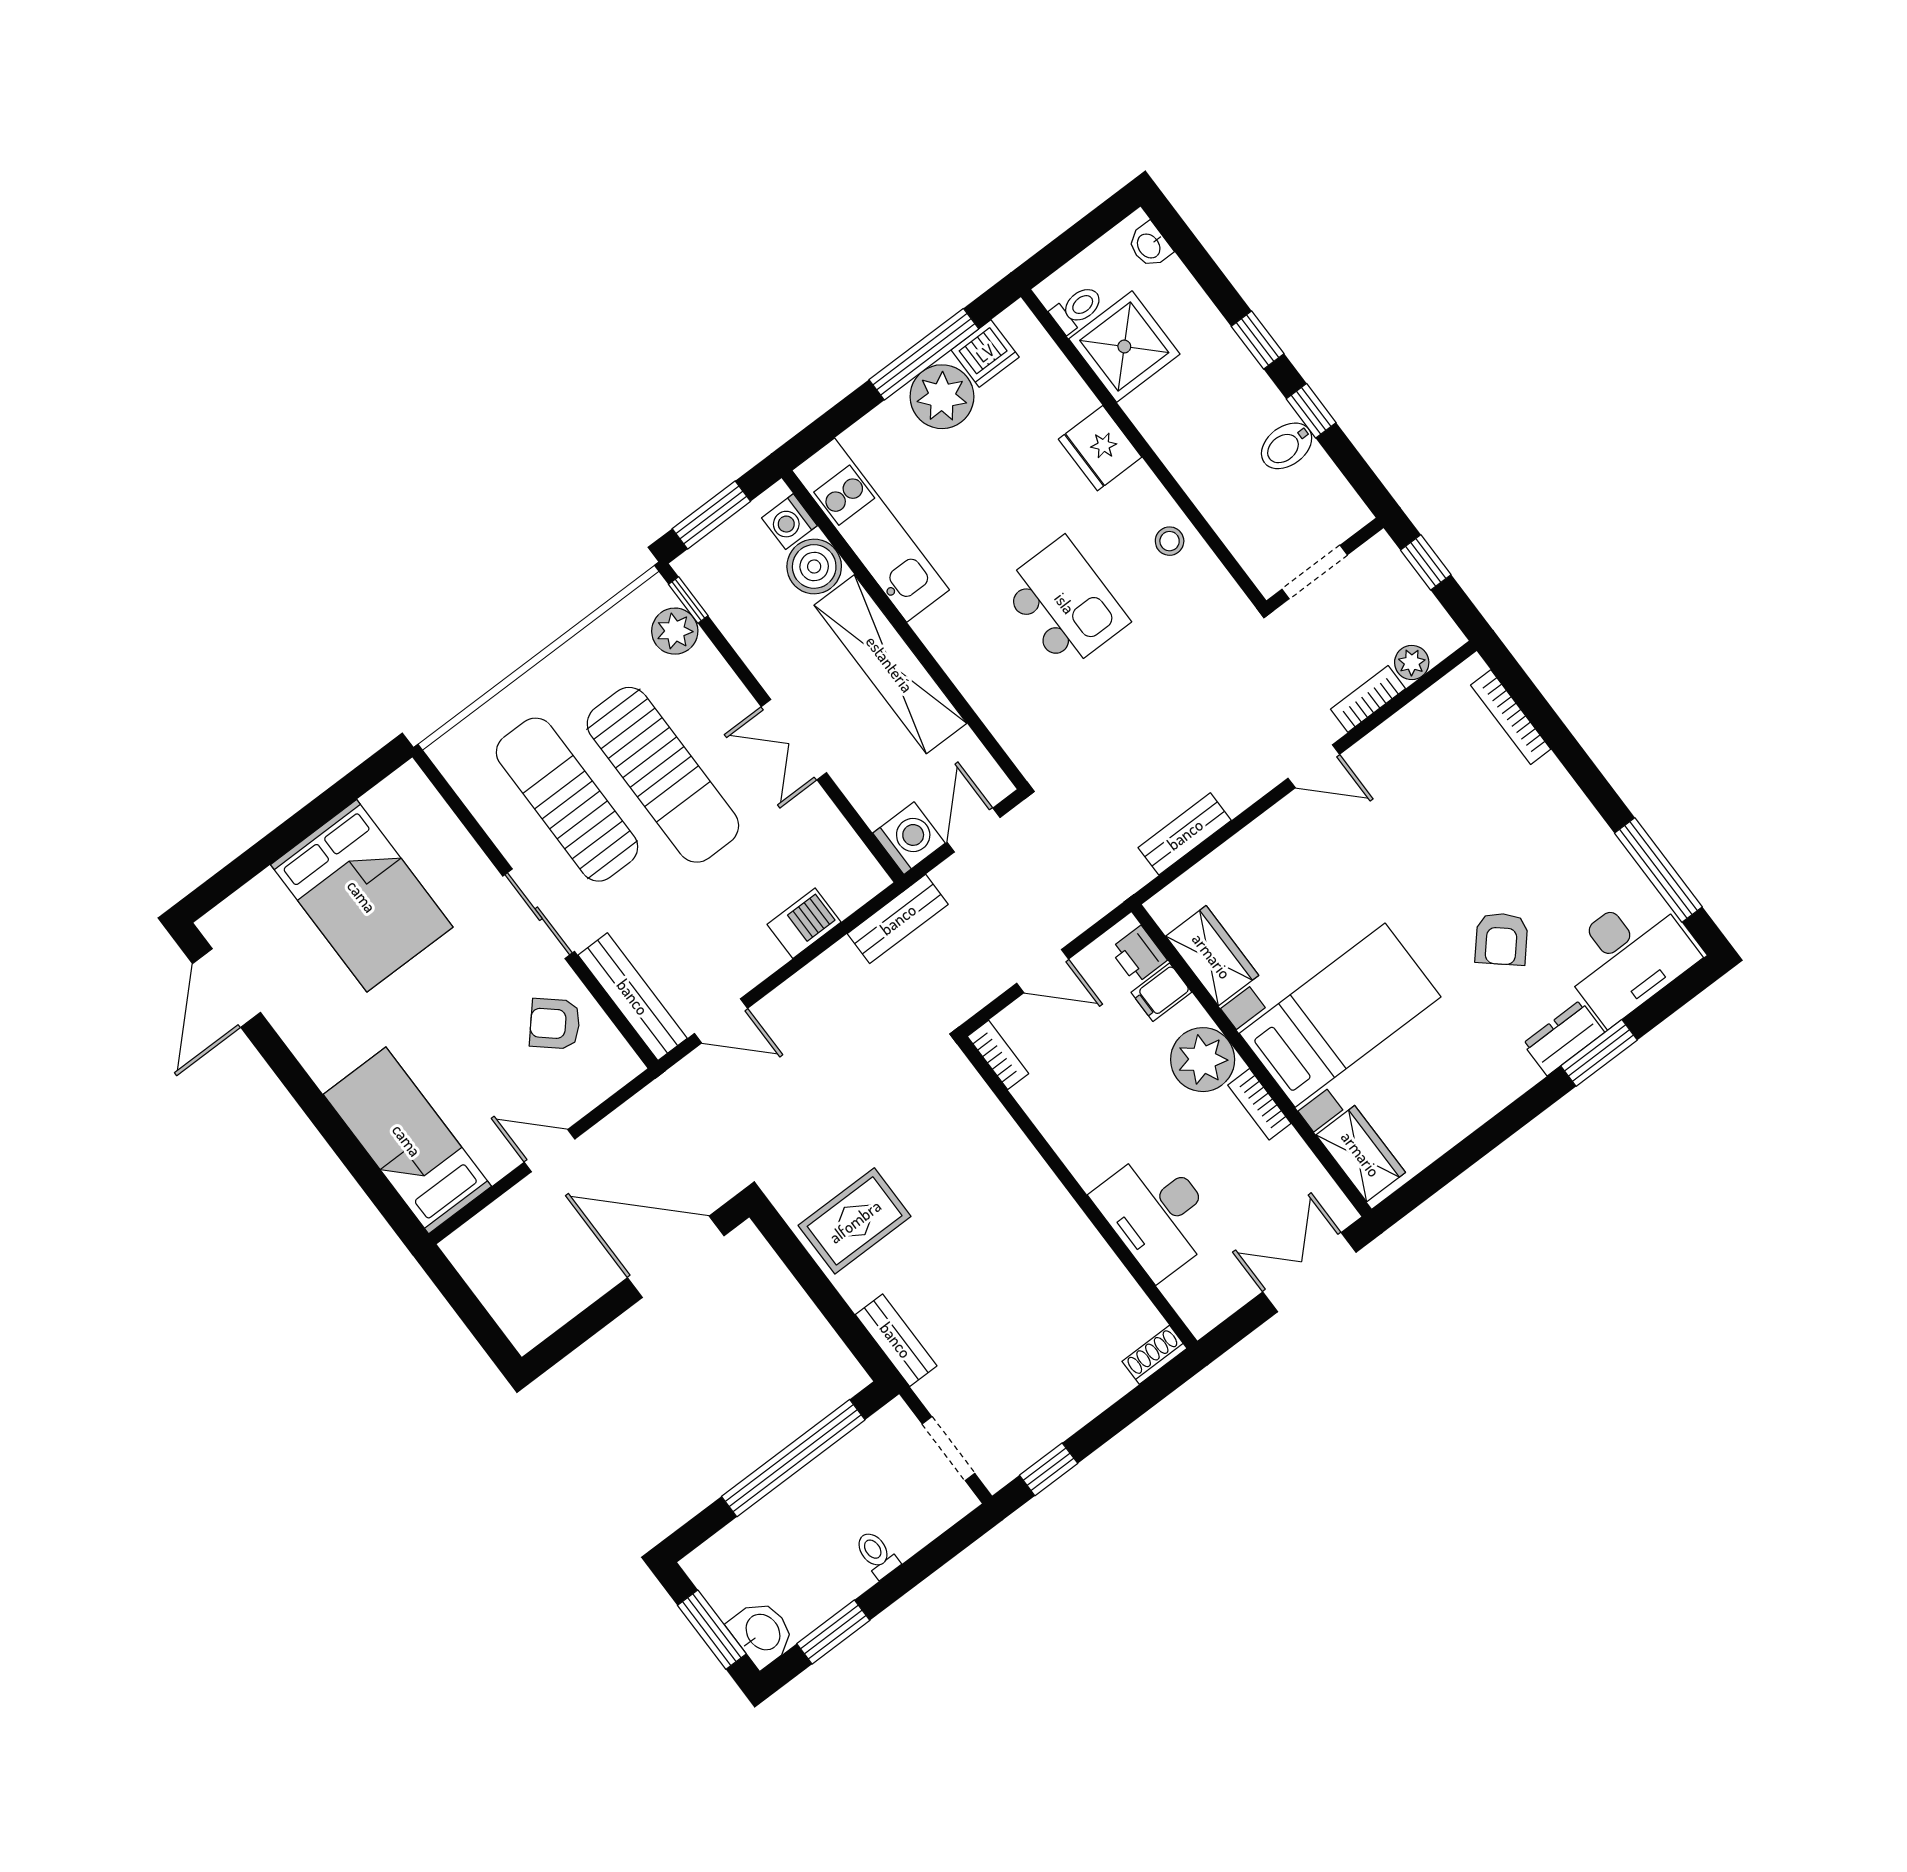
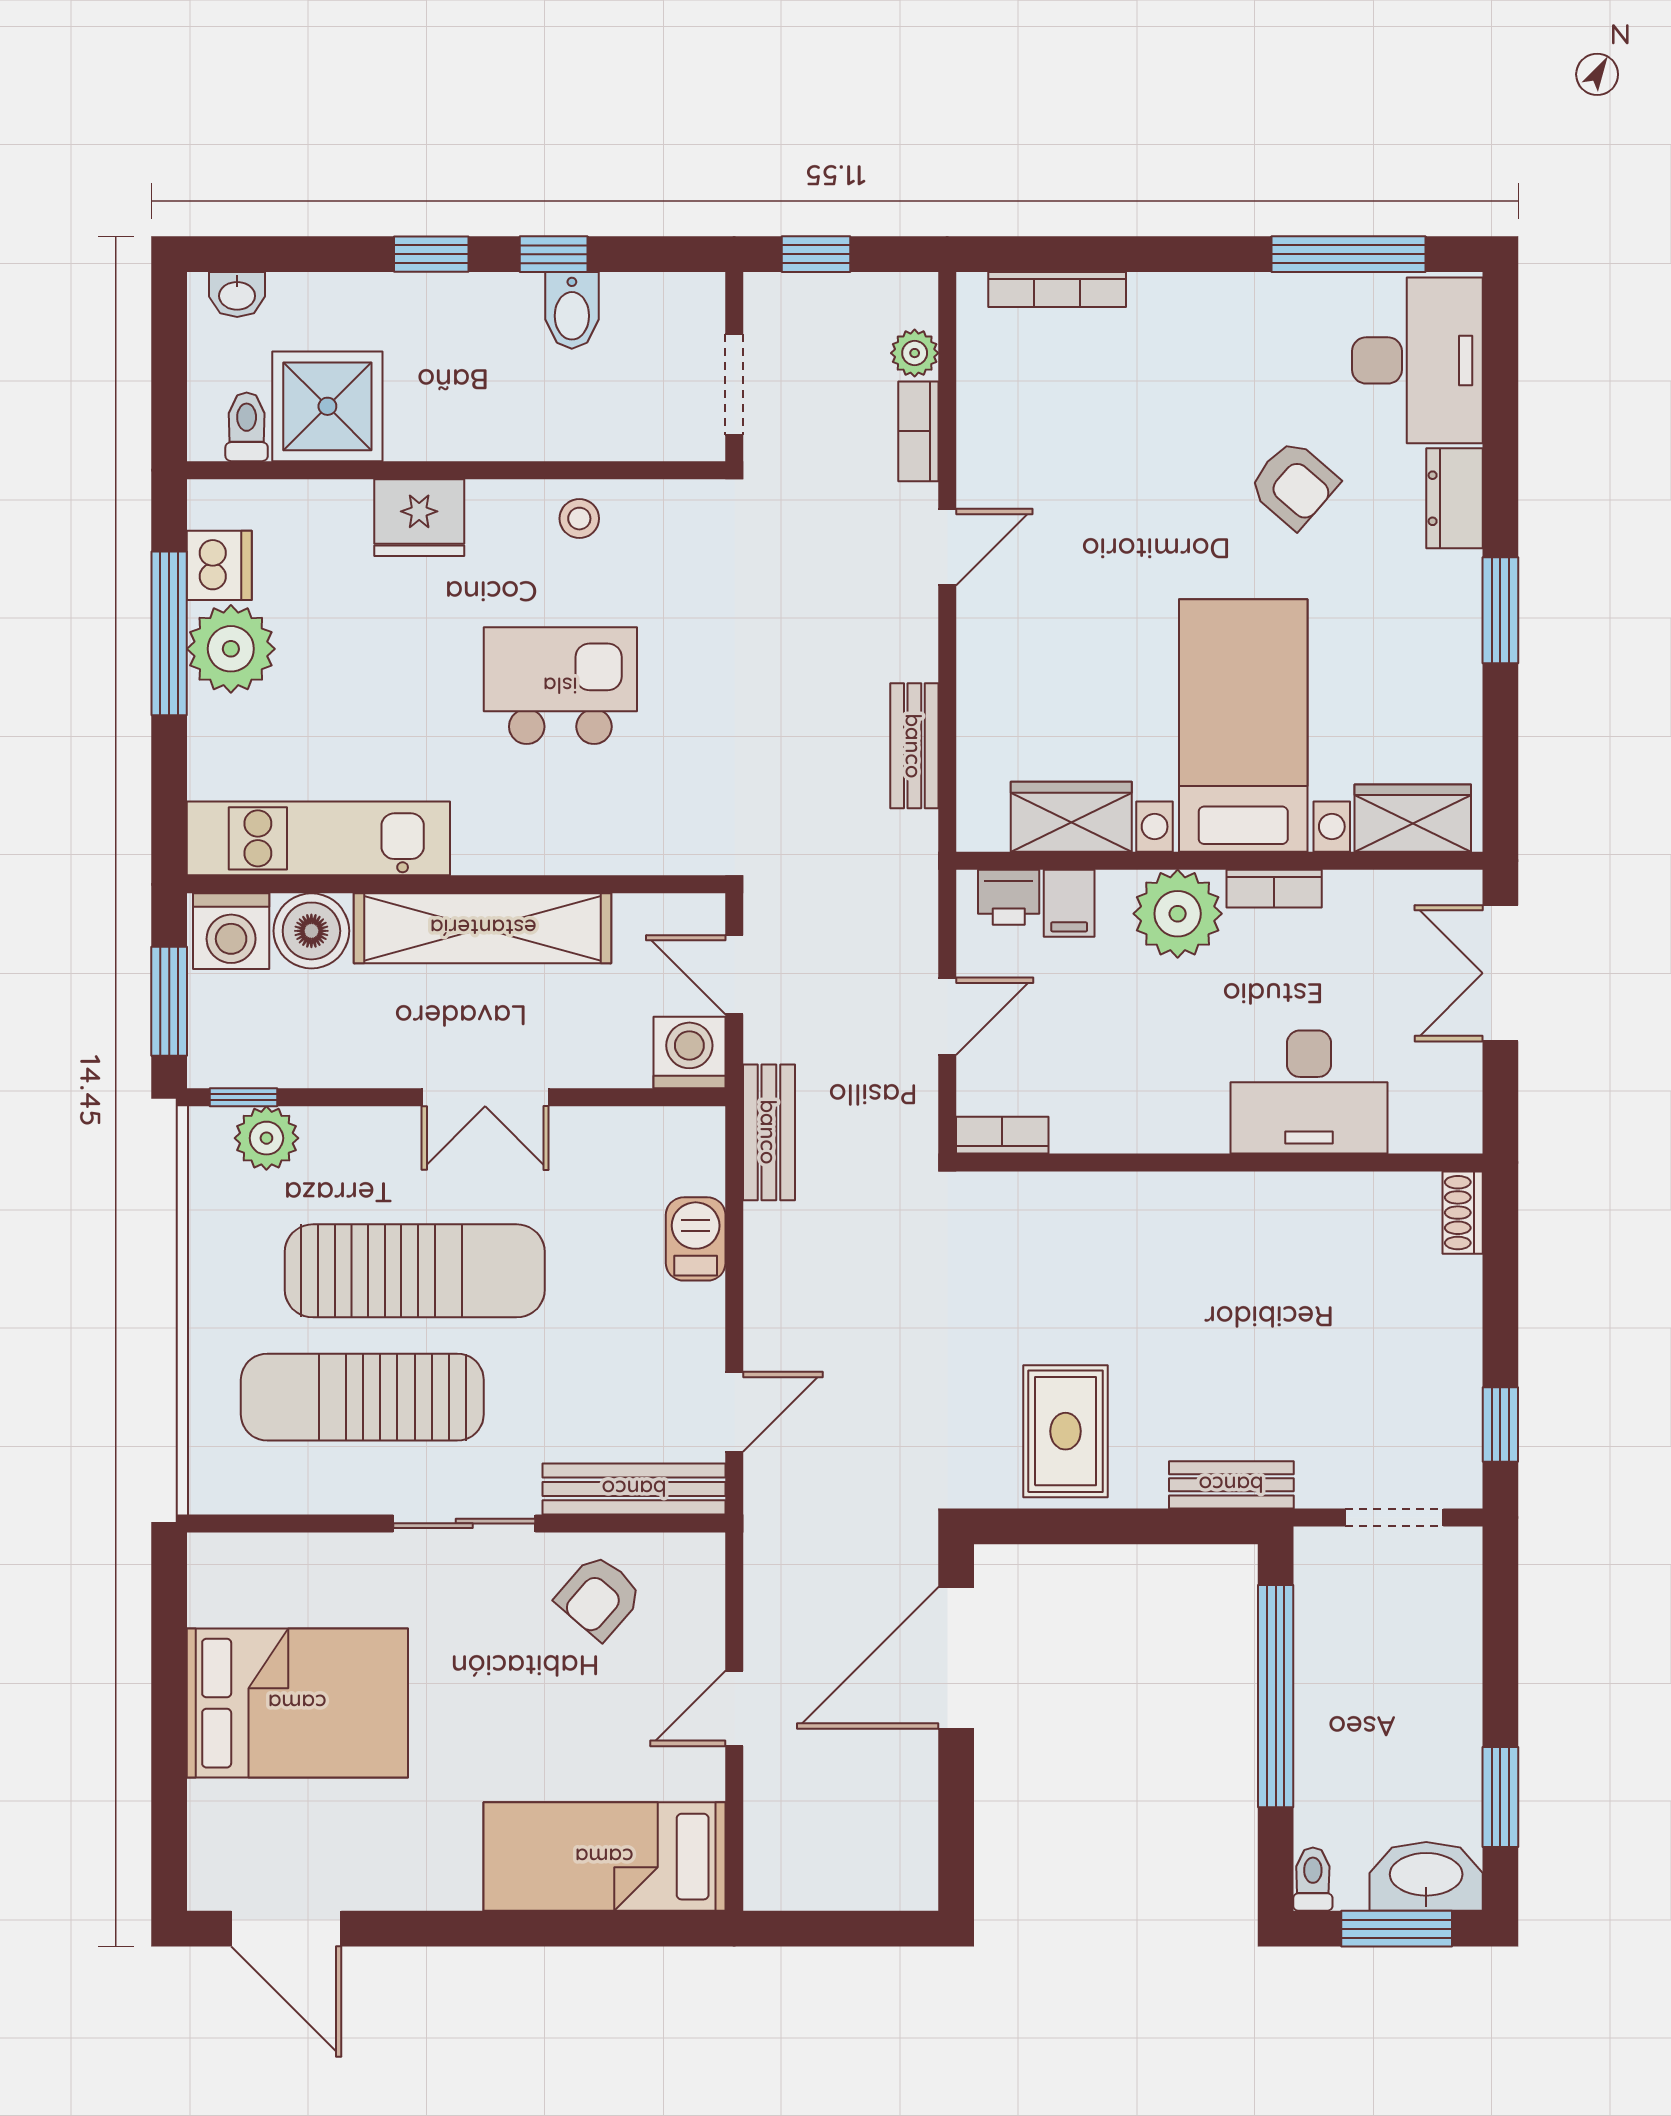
washing machine: (789, 522) -> (231, 931), width x1.38, depth x1.38
window: (1599, 1053) -> (1500, 610), moved
toilet: (877, 1554) -> (1313, 1879), moved, turned 90
washbasin: (762, 1633) -> (1426, 1876), width x1.38

